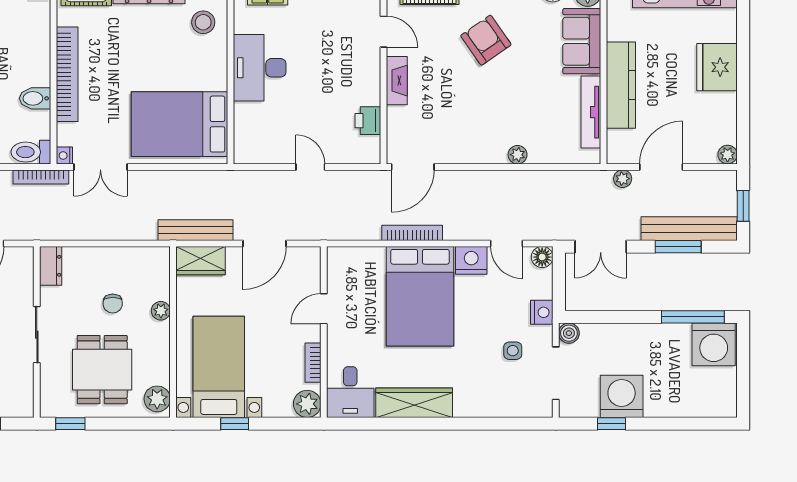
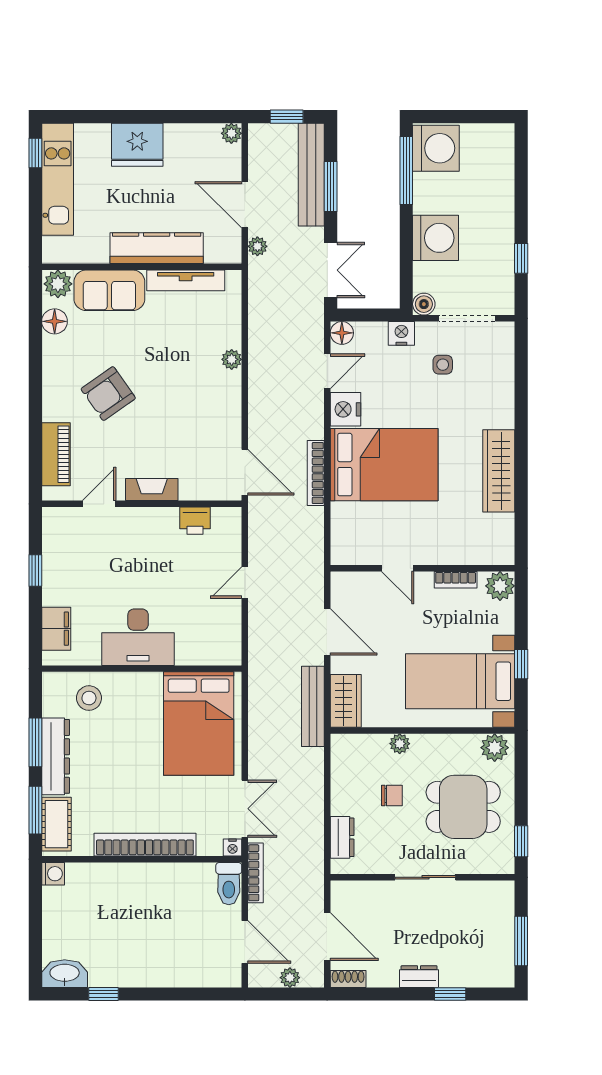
bidet: (35, 98) -> (171, 879), removed
dresser: (51, 266) -> (342, 837), moved, turned 90
desk: (350, 392) -> (487, 540), removed
washing machine: (622, 396) -> (436, 238), moved, turned 180

